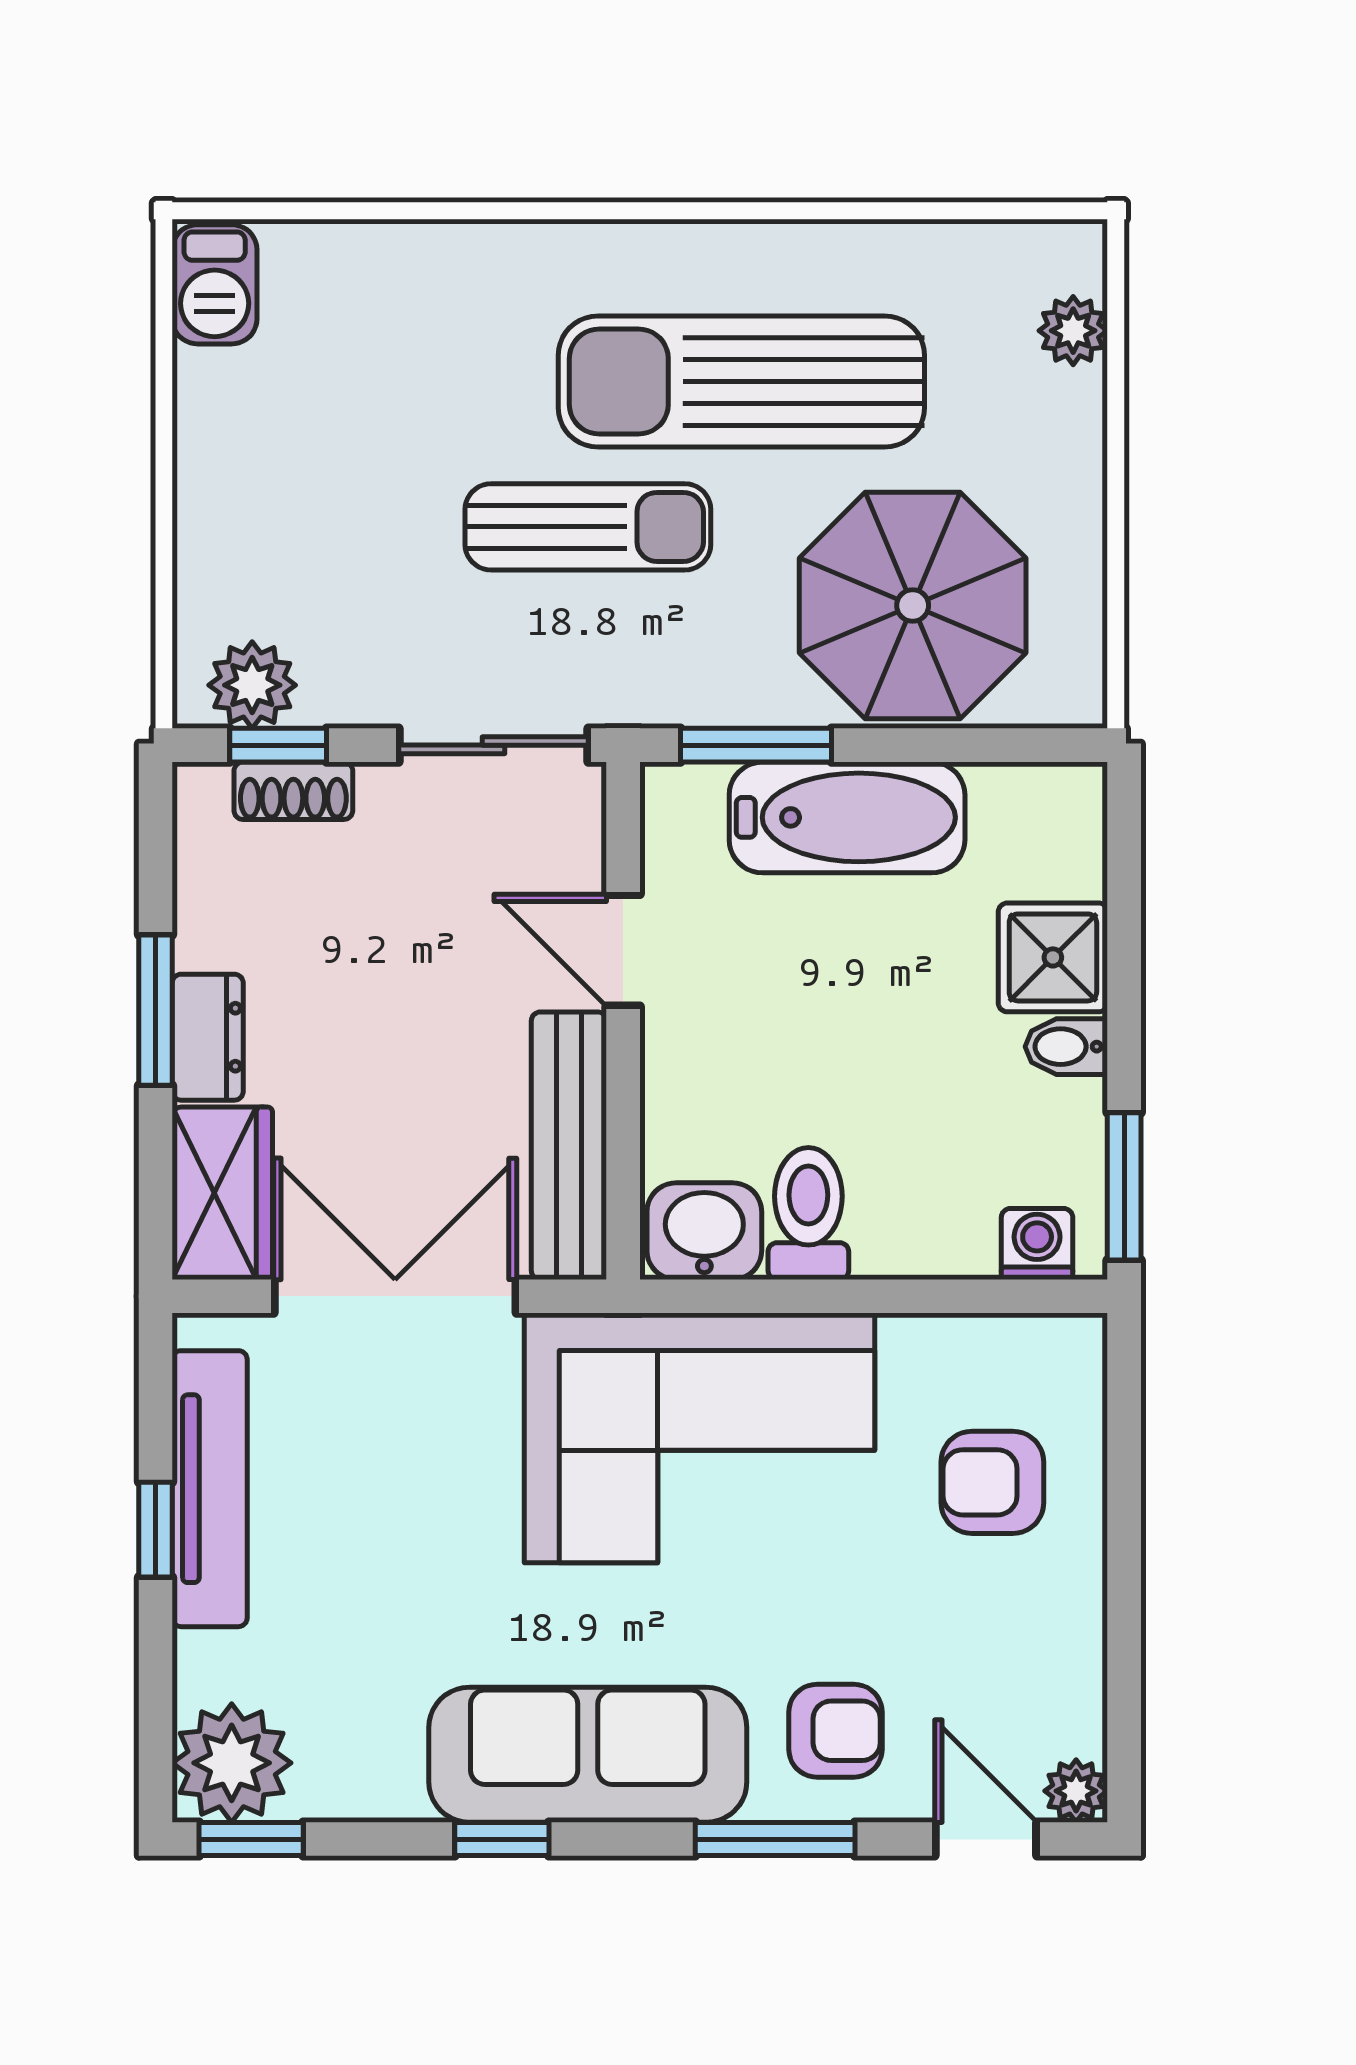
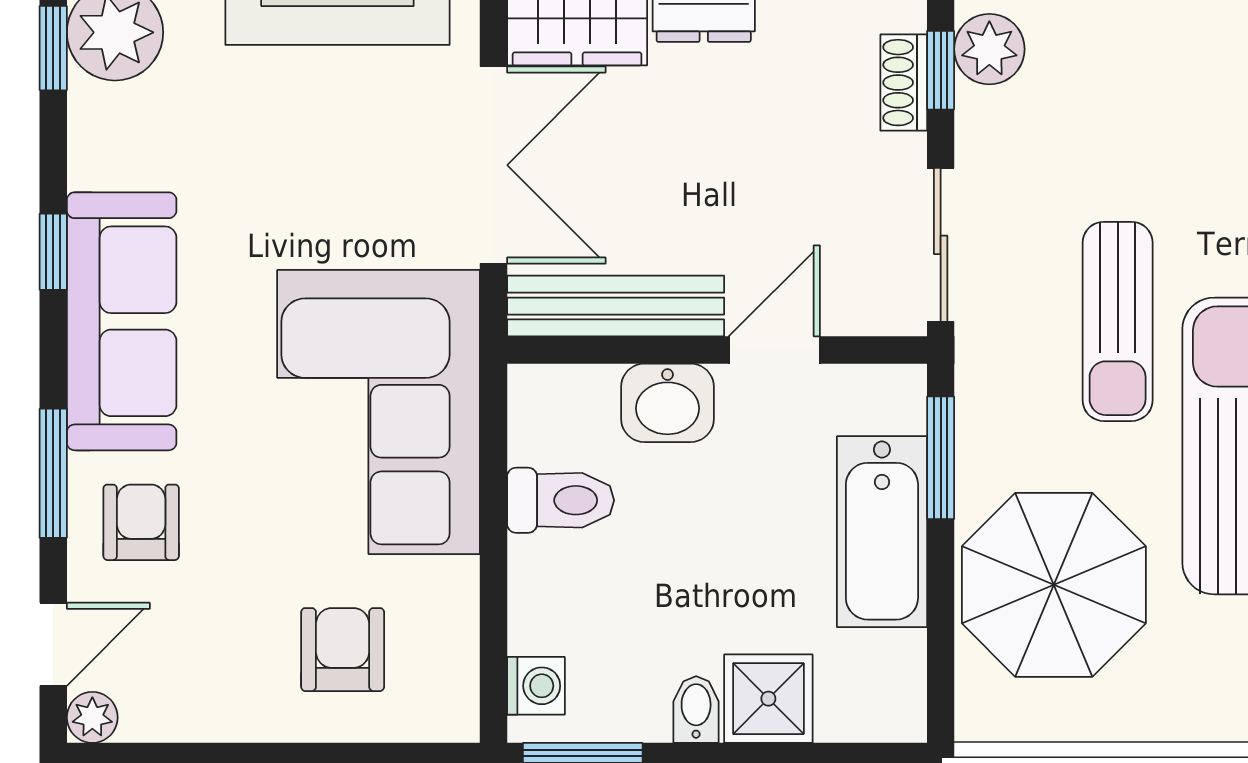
washbasin: (704, 1231) -> (668, 403), moved, turned 90
armchair: (835, 1731) -> (141, 522), turned 180

